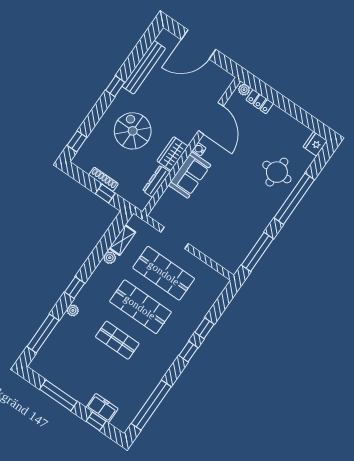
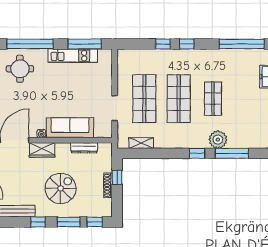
window: (95, 116) -> (69, 222), added
spiral stairs: (133, 131) -> (61, 188), turned 180
wardrobe: (172, 154) -> (42, 150), moved
sofa: (190, 175) -> (70, 128), width x1.36
kitchen unit: (254, 232) -> (73, 56), added
plant: (110, 258) -> (159, 144), removed
plant: (73, 310) -> (218, 140), width x1.88, depth x1.88
window: (43, 333) -> (232, 153), moved

